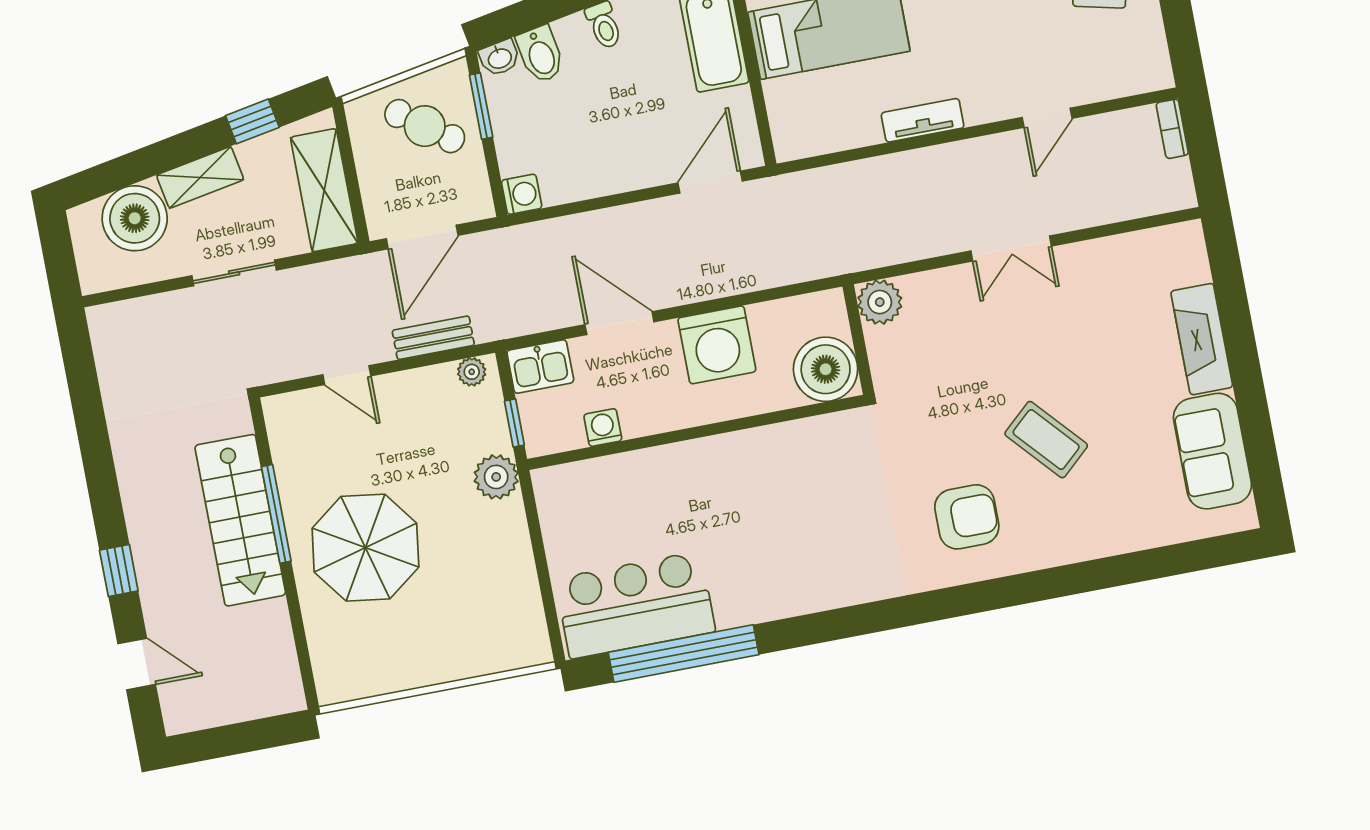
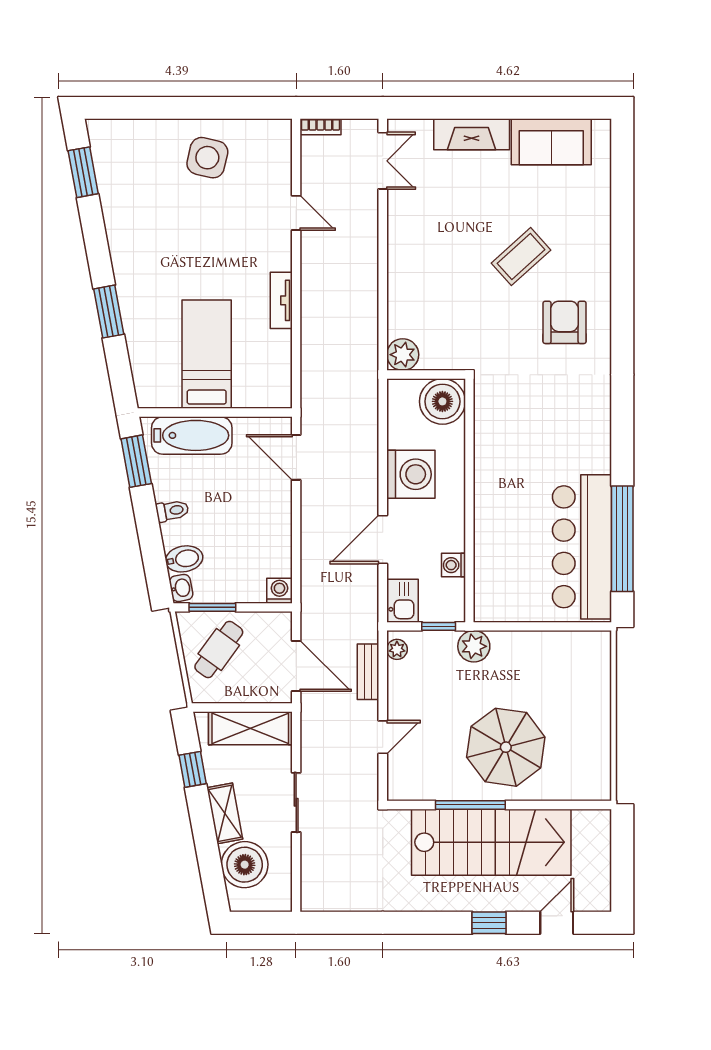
double door: (1011, 249) -> (383, 161), moved
stairs: (240, 520) -> (491, 842), width x1.36, depth x1.51
bar counter: (635, 605) -> (582, 547), width x1.36

